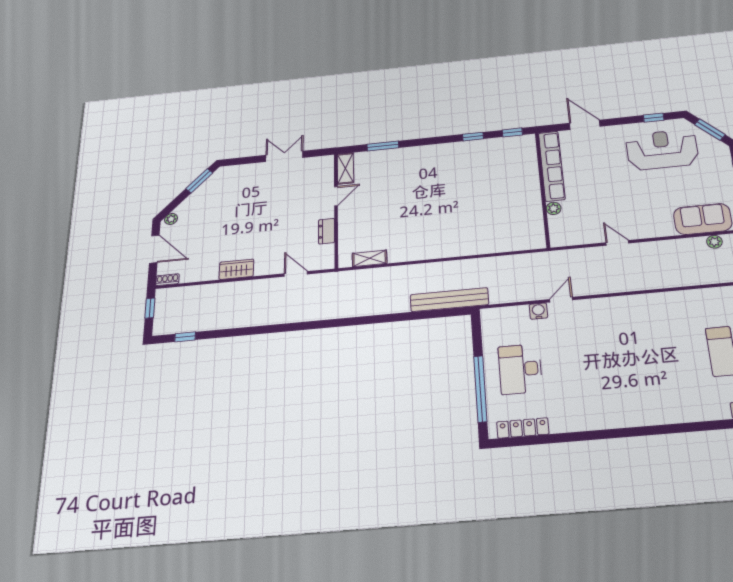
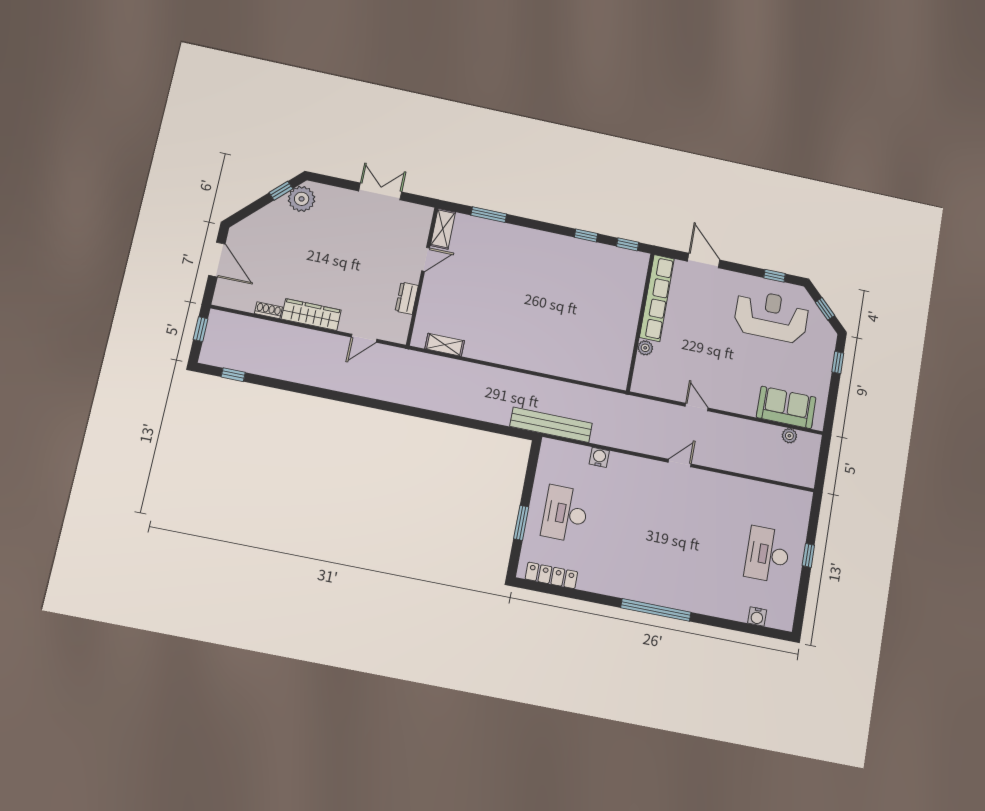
window: (710, 130) -> (825, 309), width x0.67
window: (199, 181) -> (281, 191), width x0.67
plant: (171, 219) -> (302, 199), moved, width x1.87, depth x1.87
wardrobe: (236, 269) -> (311, 315), width x1.50
door: (296, 274) -> (364, 338), swing flipped
shoe rack: (167, 280) -> (268, 310), moved
bench: (449, 300) -> (551, 425), moved
door: (561, 300) -> (680, 463), moved
window: (480, 389) -> (521, 523), width x0.47
window: (636, 432) -> (656, 610), added

